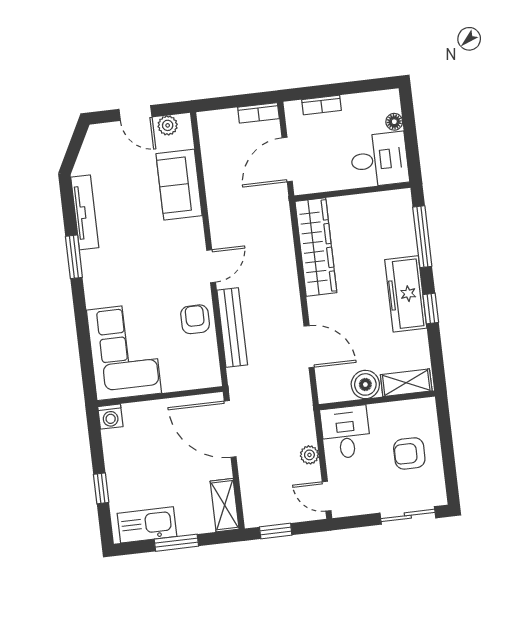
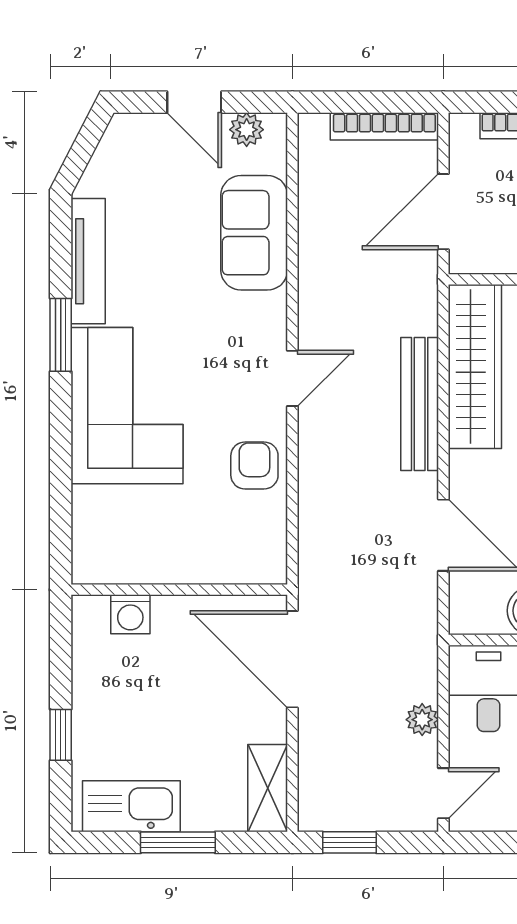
bookcase: (258, 113) -> (384, 126), width x1.56
bench: (232, 328) -> (420, 404), moved
corner sofa: (124, 352) -> (127, 406), moved
washing machine: (110, 417) -> (130, 614), moved
door: (327, 496) -> (443, 793), swing flipped

